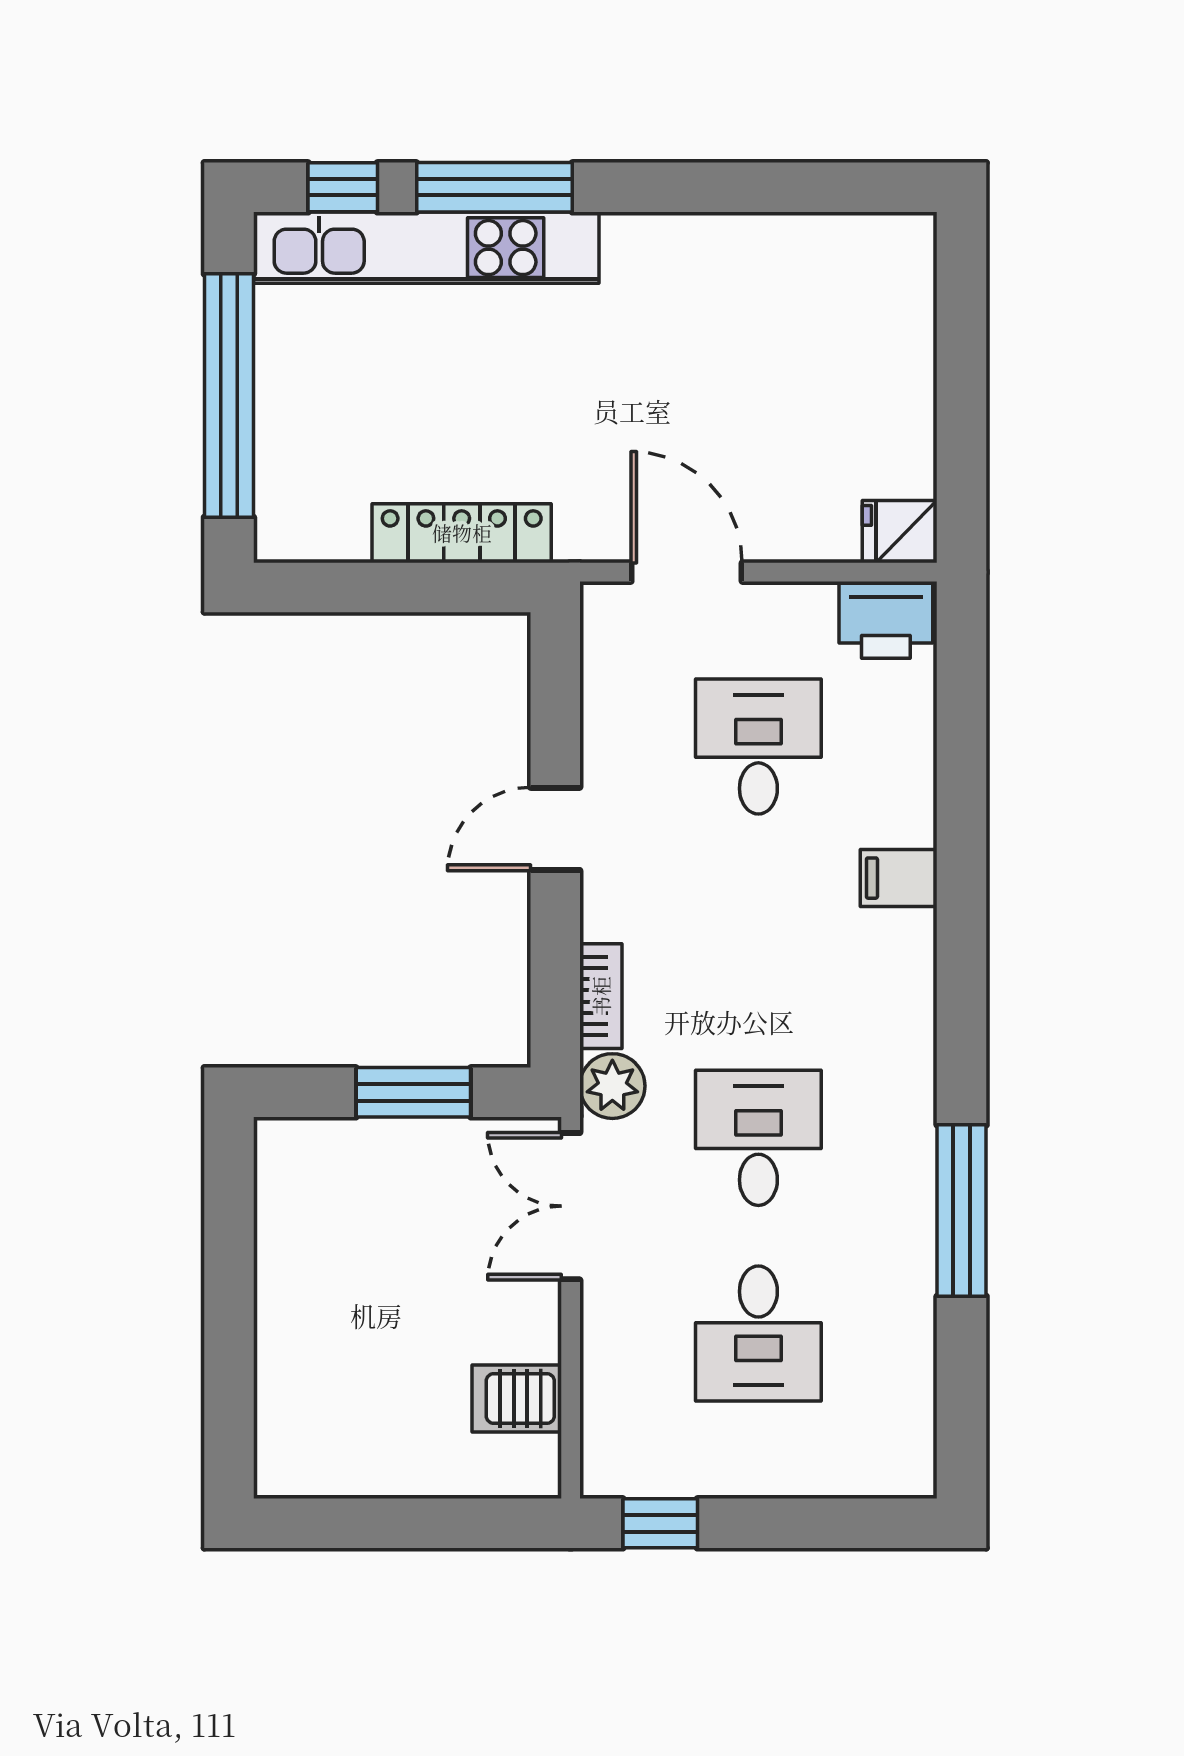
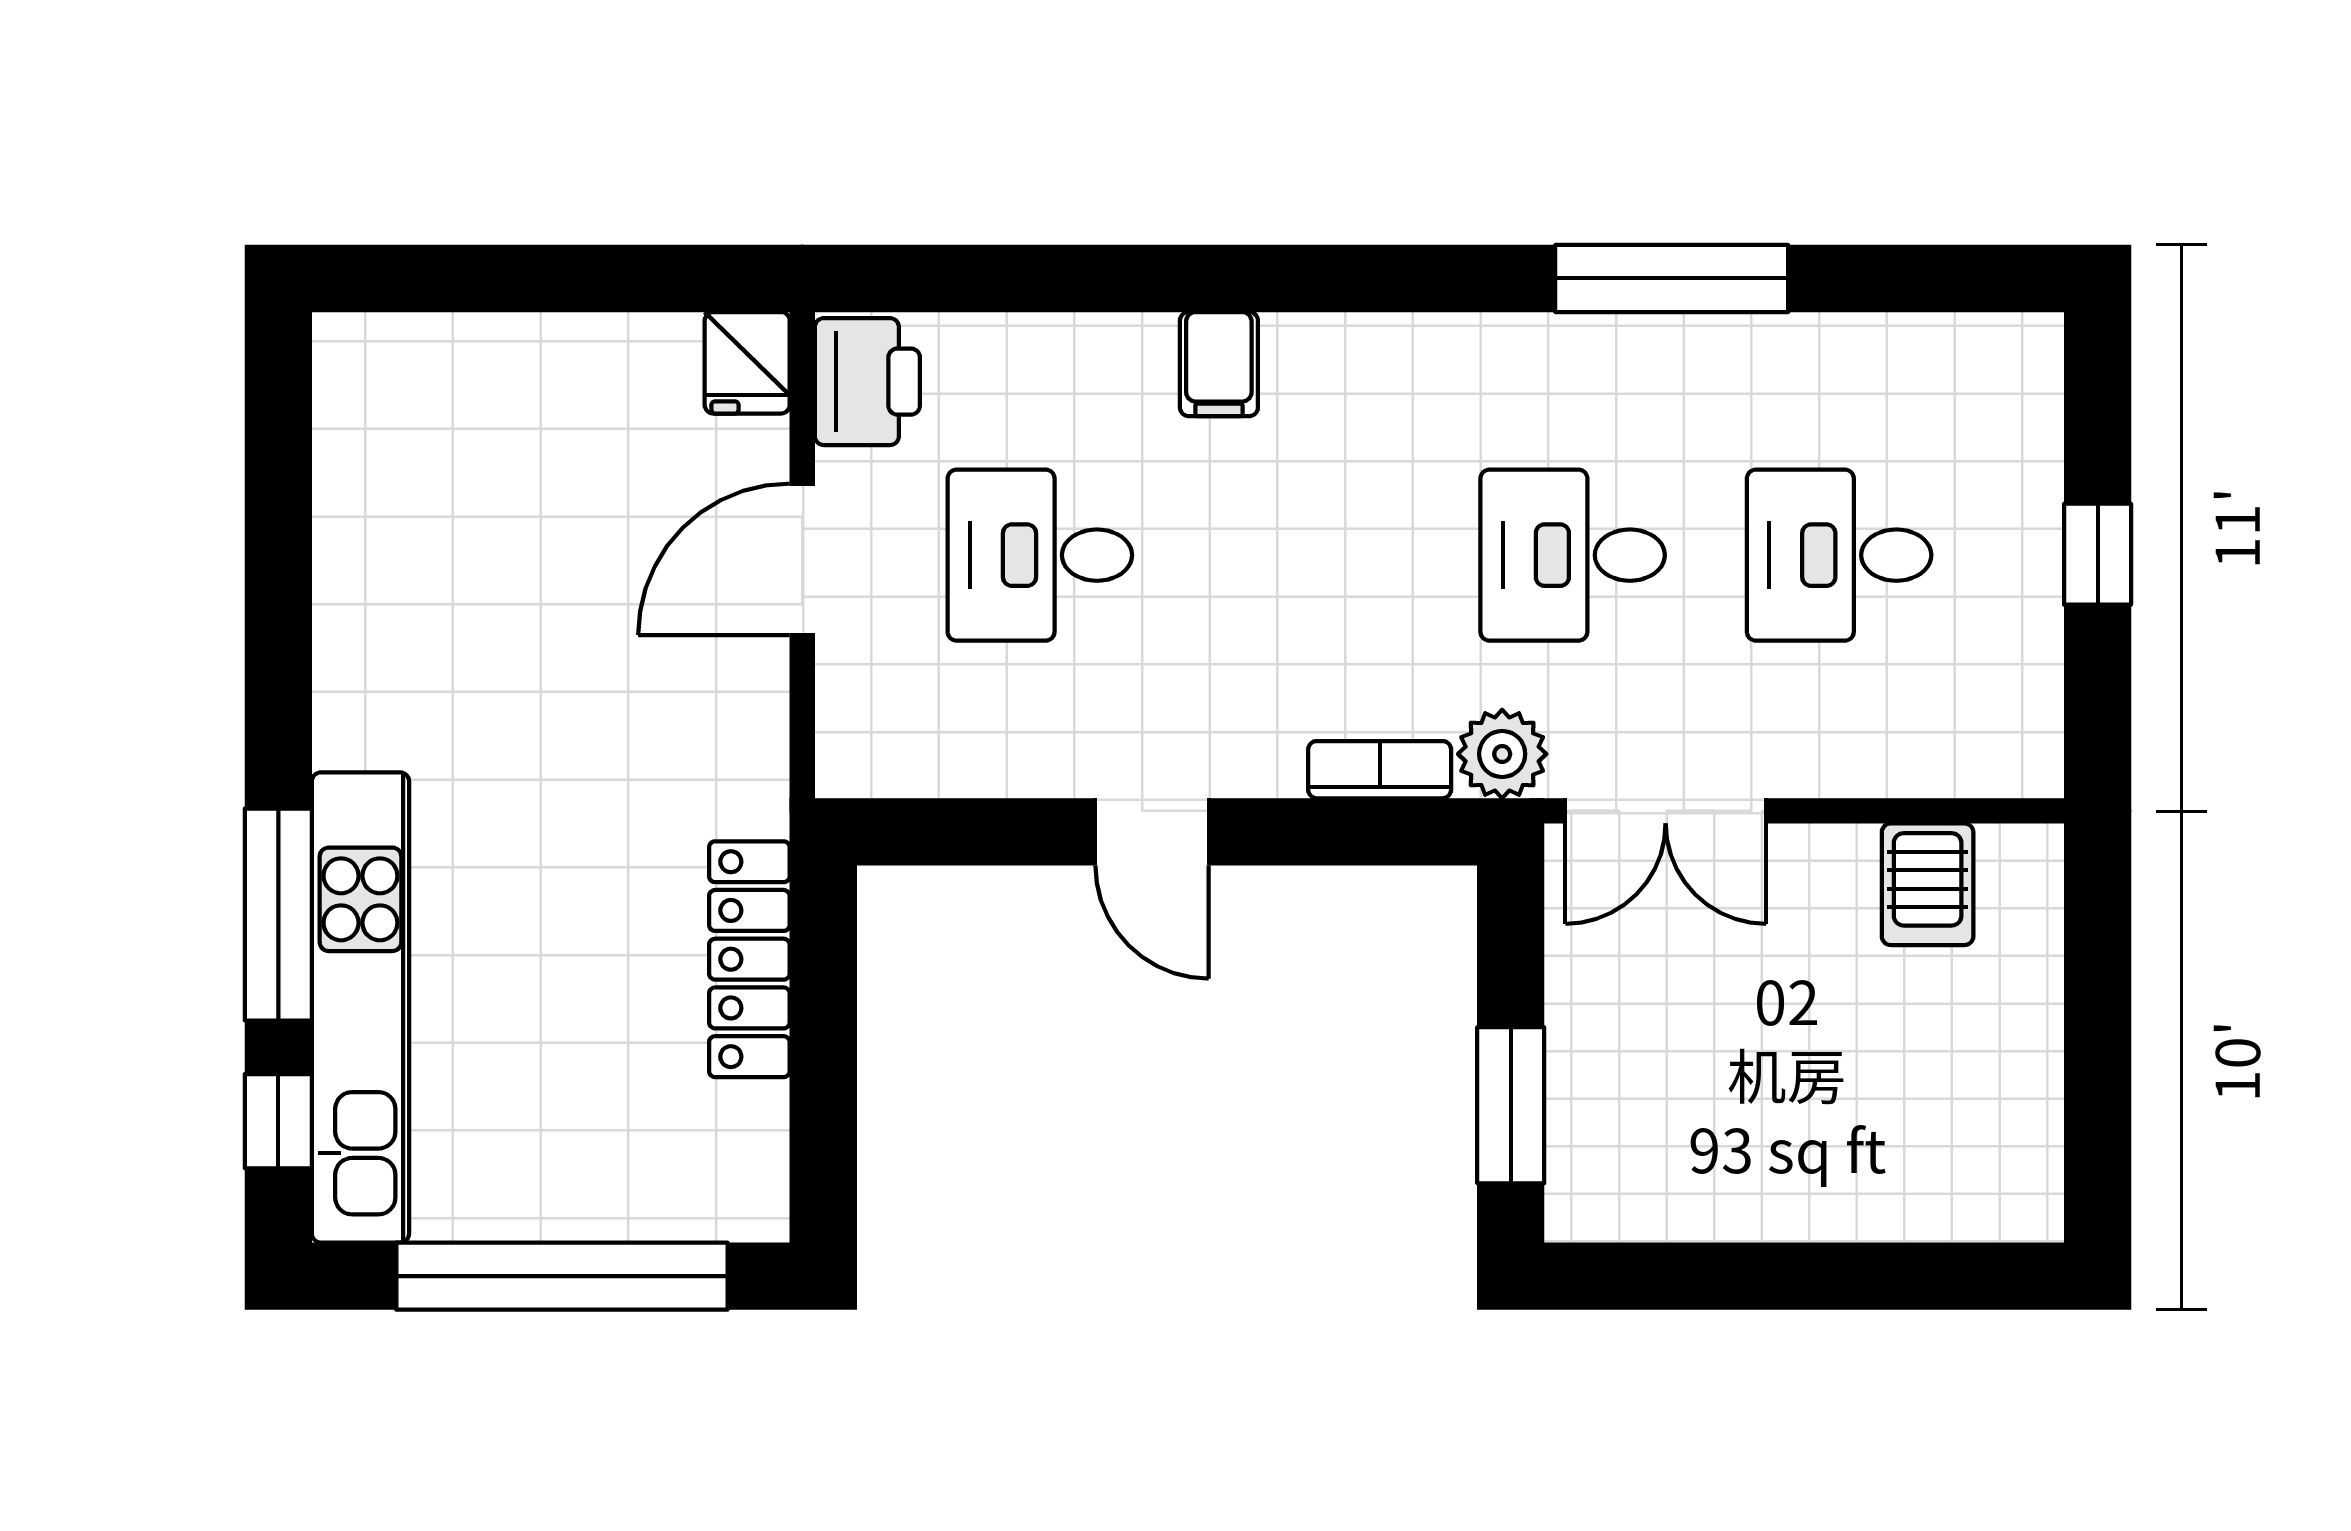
door: (687, 572) -> (802, 559), moved
window: (413, 1092) -> (1511, 1105), moved
desk: (758, 1333) -> (1839, 555), turned 180
window: (660, 1523) -> (2098, 554), moved

